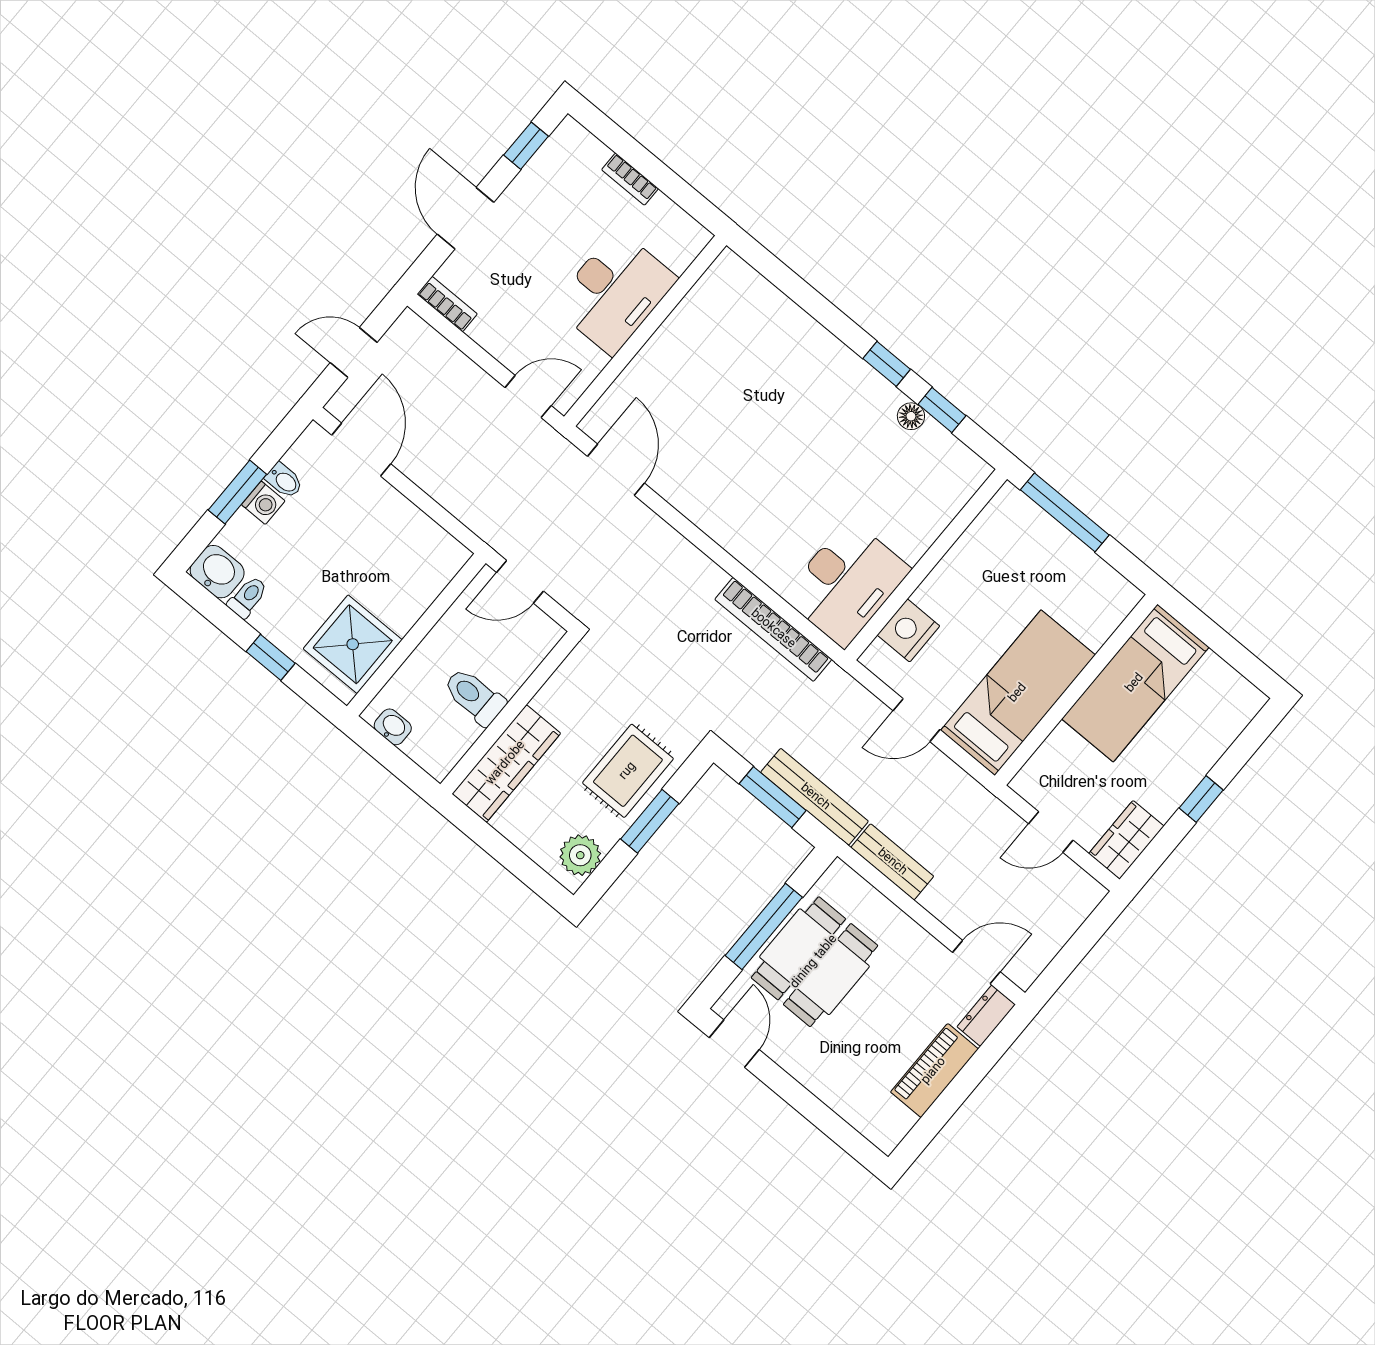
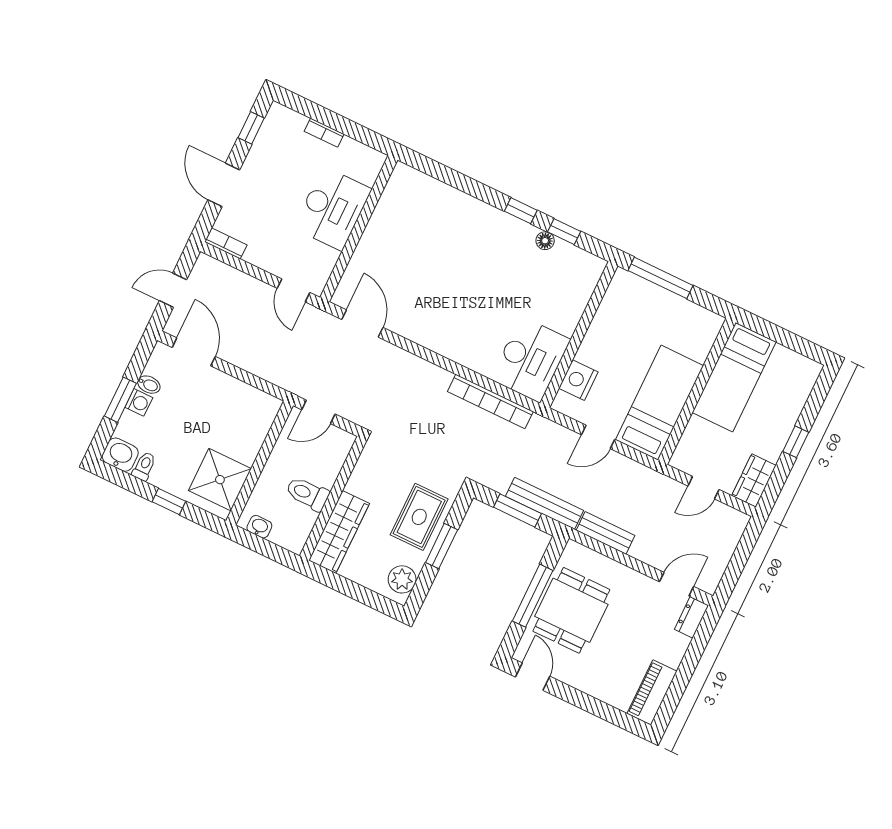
door: (528, 397) -> (293, 290), swing flipped
piano: (934, 1071) -> (652, 692), moved

